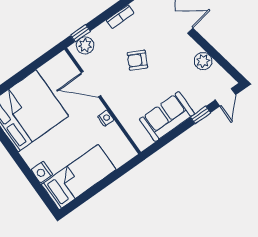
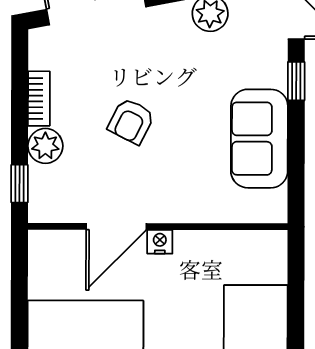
plant: (85, 45) -> (45, 146), moved
nightstand: (106, 118) -> (160, 242), moved

